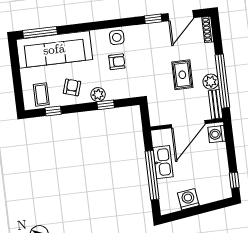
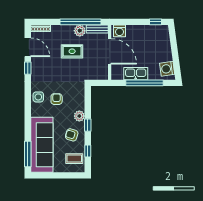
window: (106, 105) -> (88, 125), moved
washing machine: (188, 199) -> (167, 69), moved

